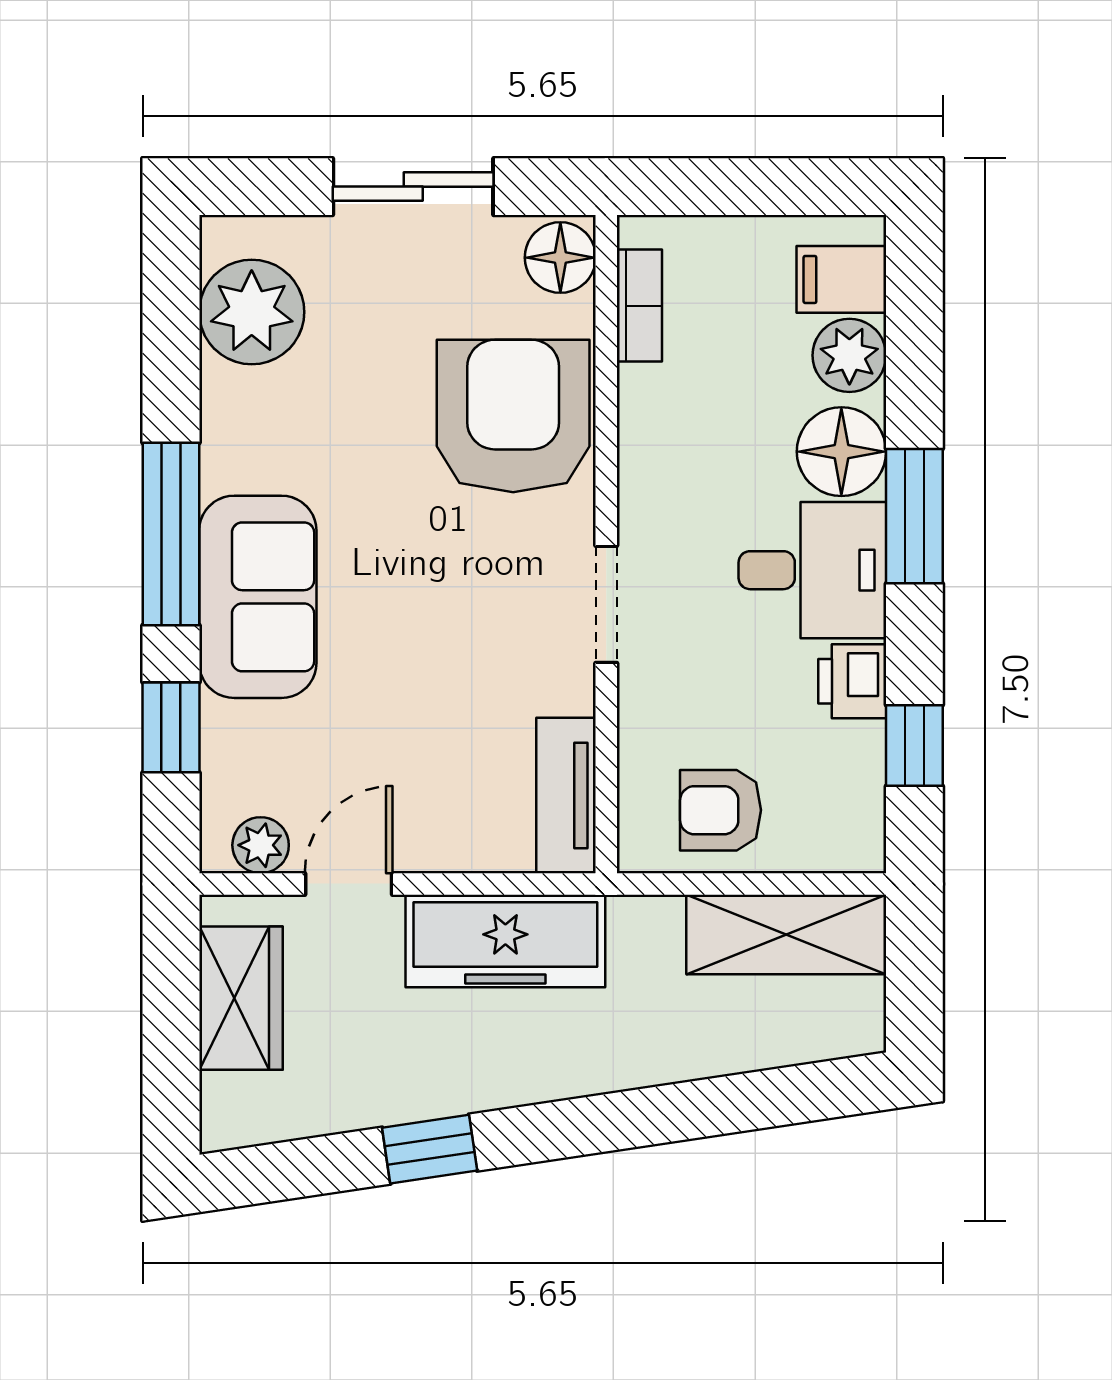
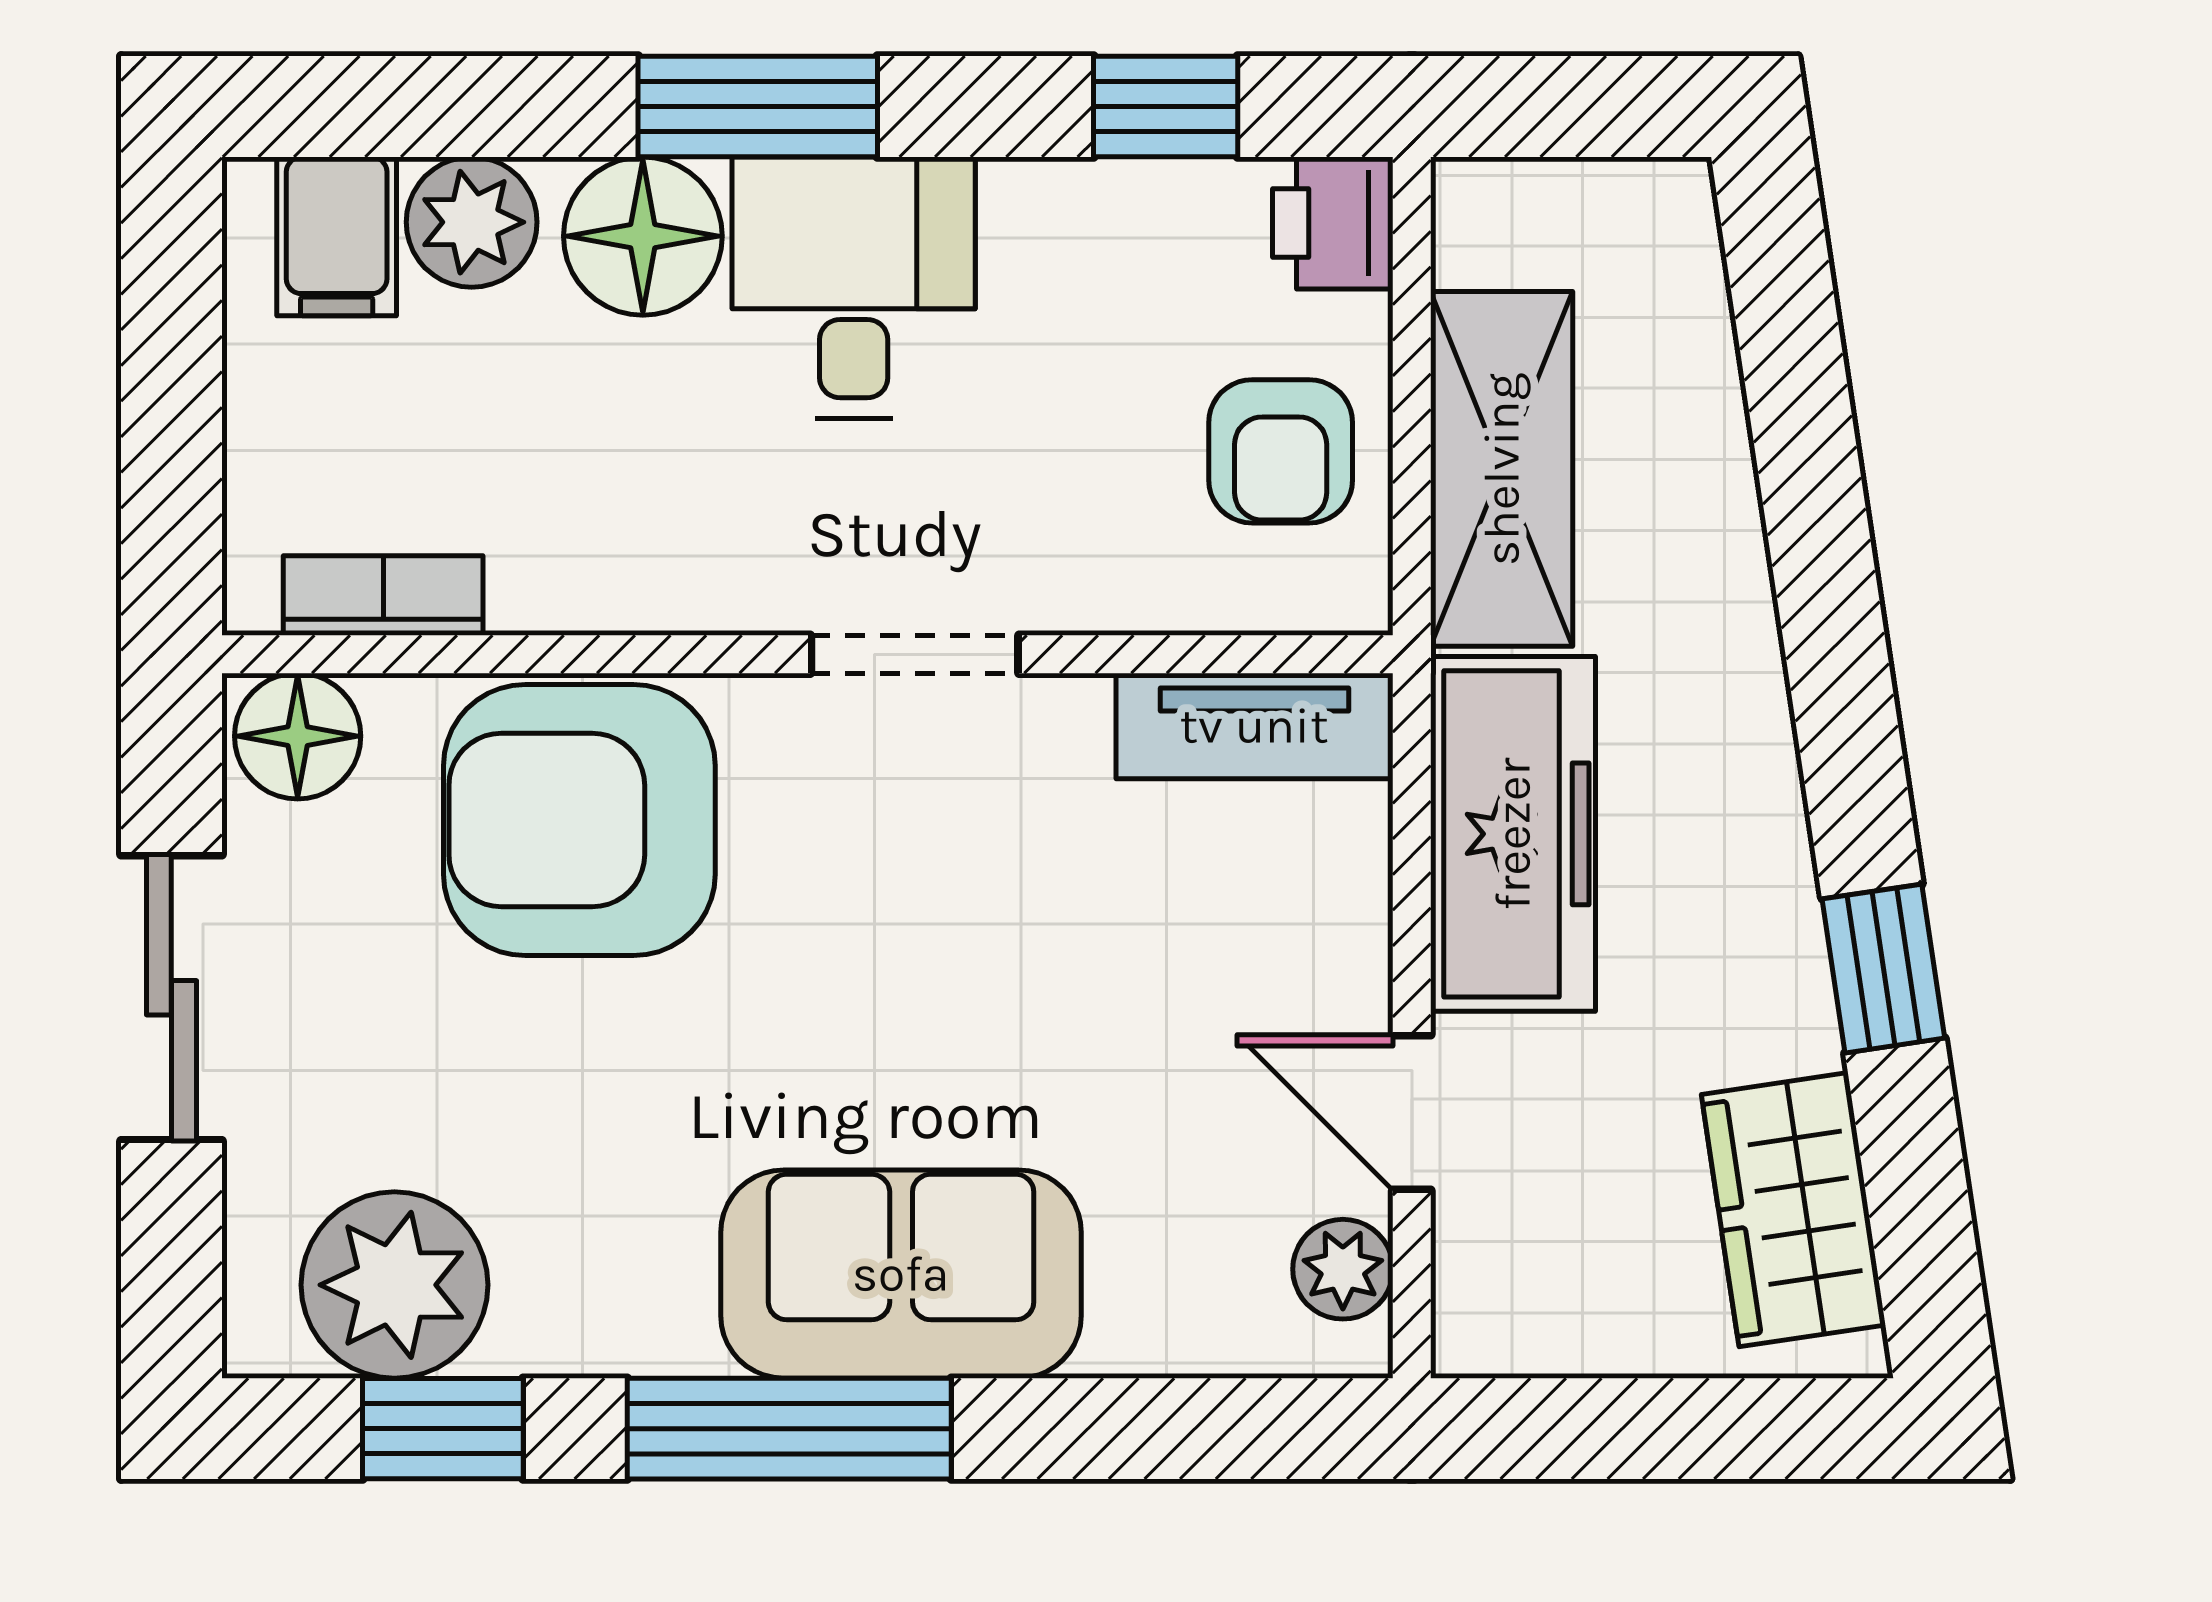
printer: (852, 681) -> (1333, 223), moved, turned 90
window: (171, 727) -> (443, 1429), moved
shelving: (786, 935) -> (1502, 469), moved
wardrobe: (241, 998) -> (1793, 1210), moved, turned -98

